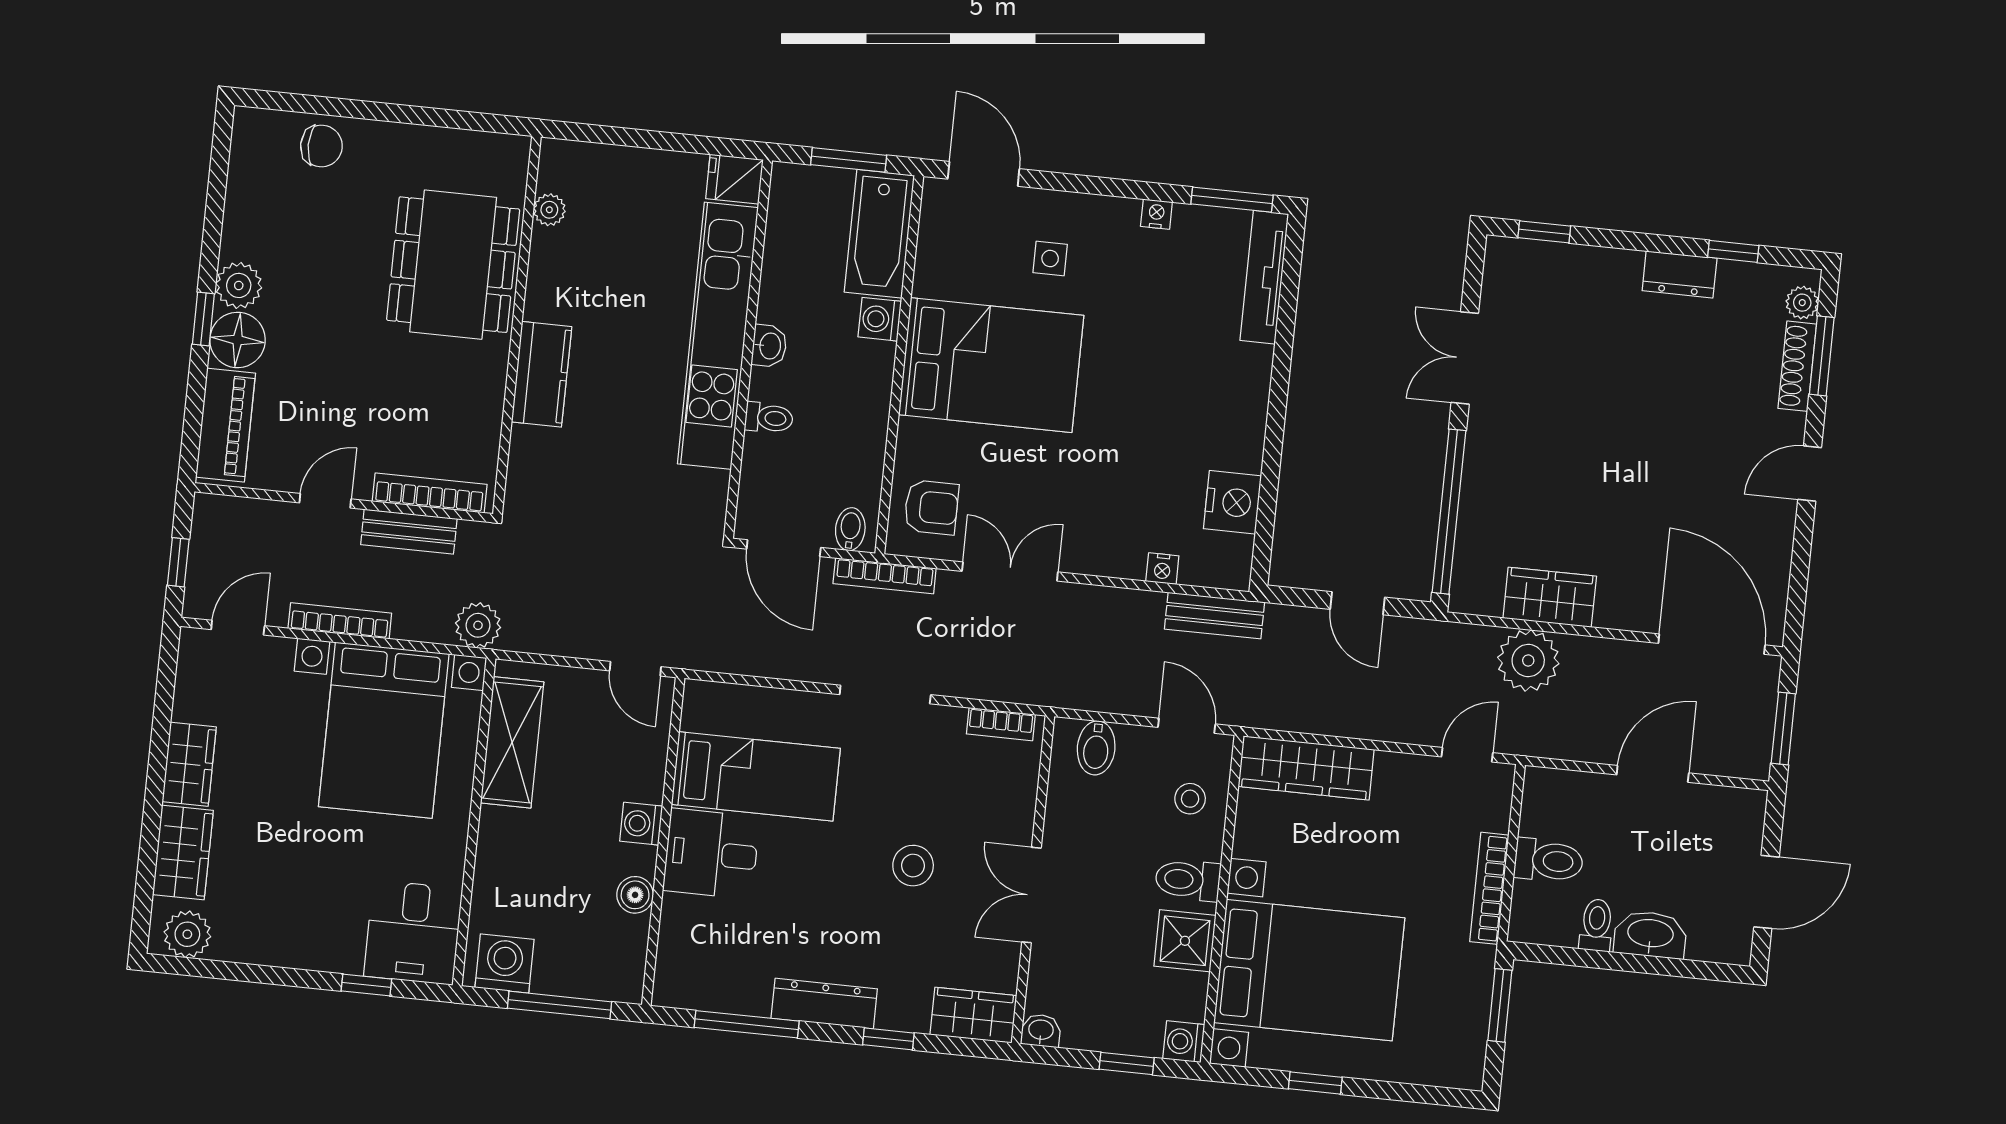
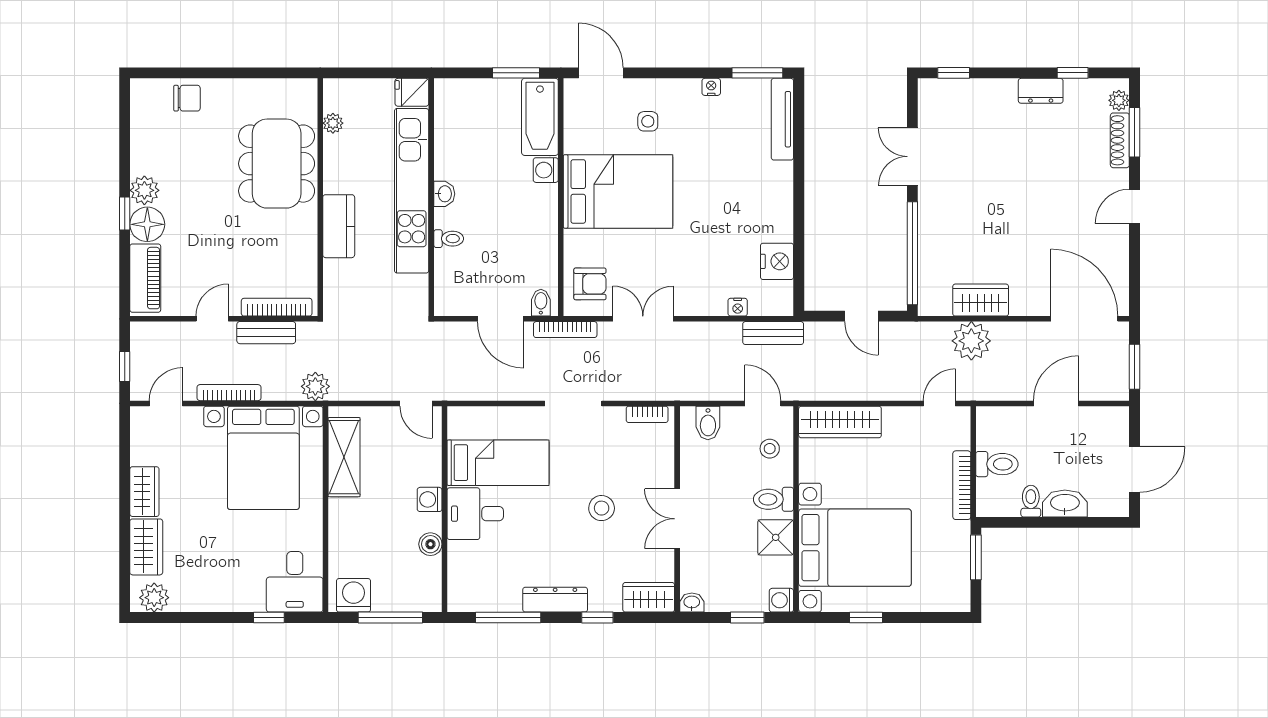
fridge: (735, 179) -> (412, 92), moved
kitchen unit: (718, 336) -> (412, 191), moved
washbasin: (769, 346) -> (444, 194), moved
wall: (748, 349) -> (431, 197), moved
toilet: (769, 418) -> (449, 239), moved

